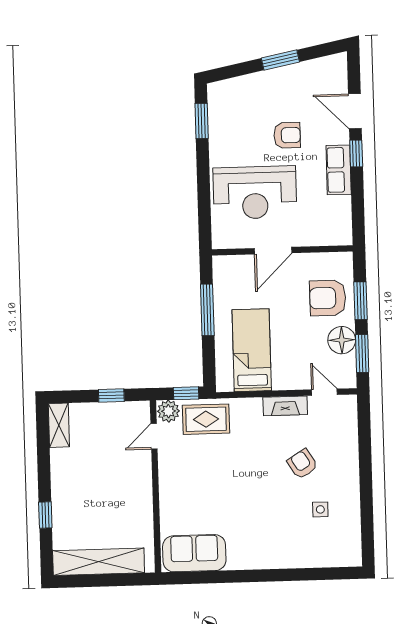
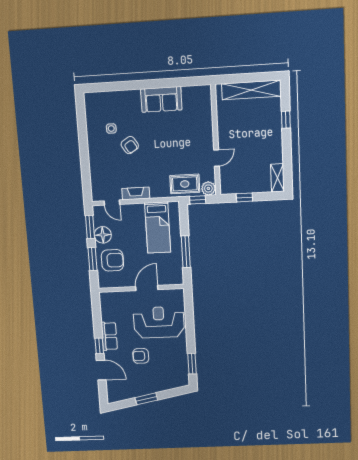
door: (154, 436) -> (216, 158), moved
armchair: (302, 464) -> (130, 145), moved
sofa: (194, 553) -> (161, 99), moved

